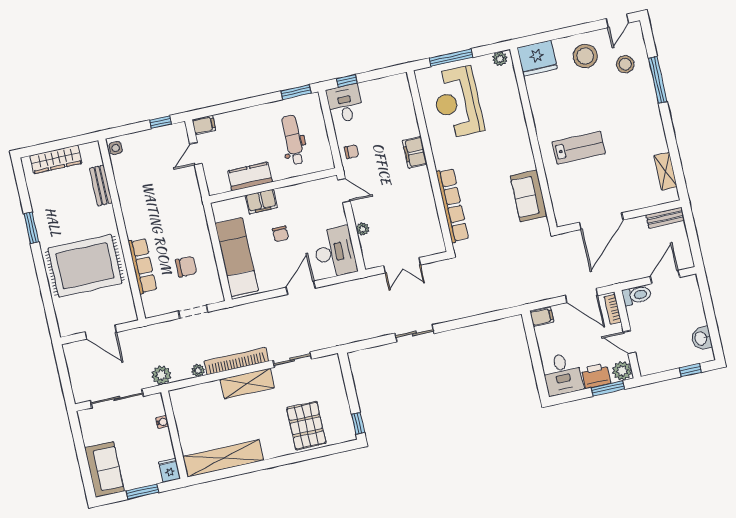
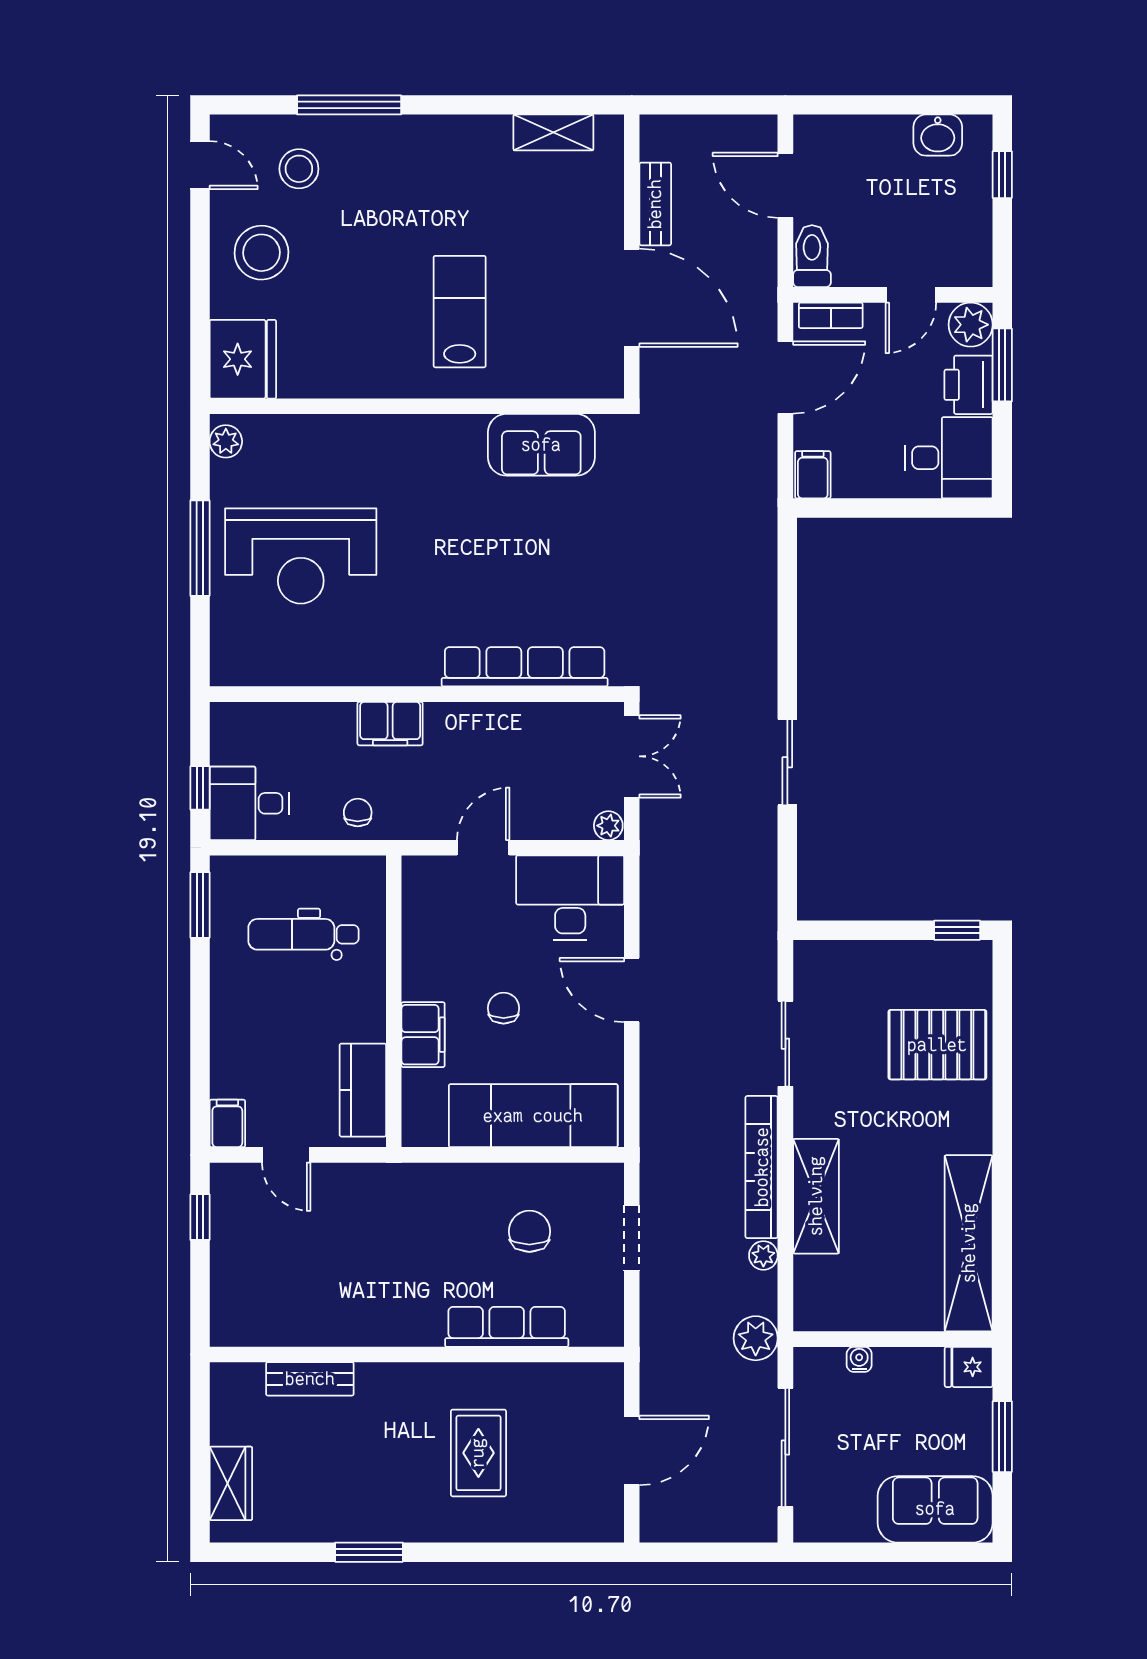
side table: (116, 148) -> (235, 1328), removed
filing cabinet: (415, 152) -> (390, 724), moved
wardrobe: (56, 159) -> (231, 1483), width x0.67
wall: (430, 161) -> (417, 694), moved
kitchen counter: (250, 176) -> (363, 1090), moved
door: (344, 190) -> (483, 848), moved
row of seats: (452, 205) -> (525, 667), moved
bench: (665, 218) -> (655, 204), moved
plant: (363, 229) -> (608, 826), moved
chair: (281, 234) -> (504, 1008), turned -90
rug: (85, 266) -> (478, 1453), width x0.54, depth x0.49
shelving: (247, 384) -> (816, 1196), moved

